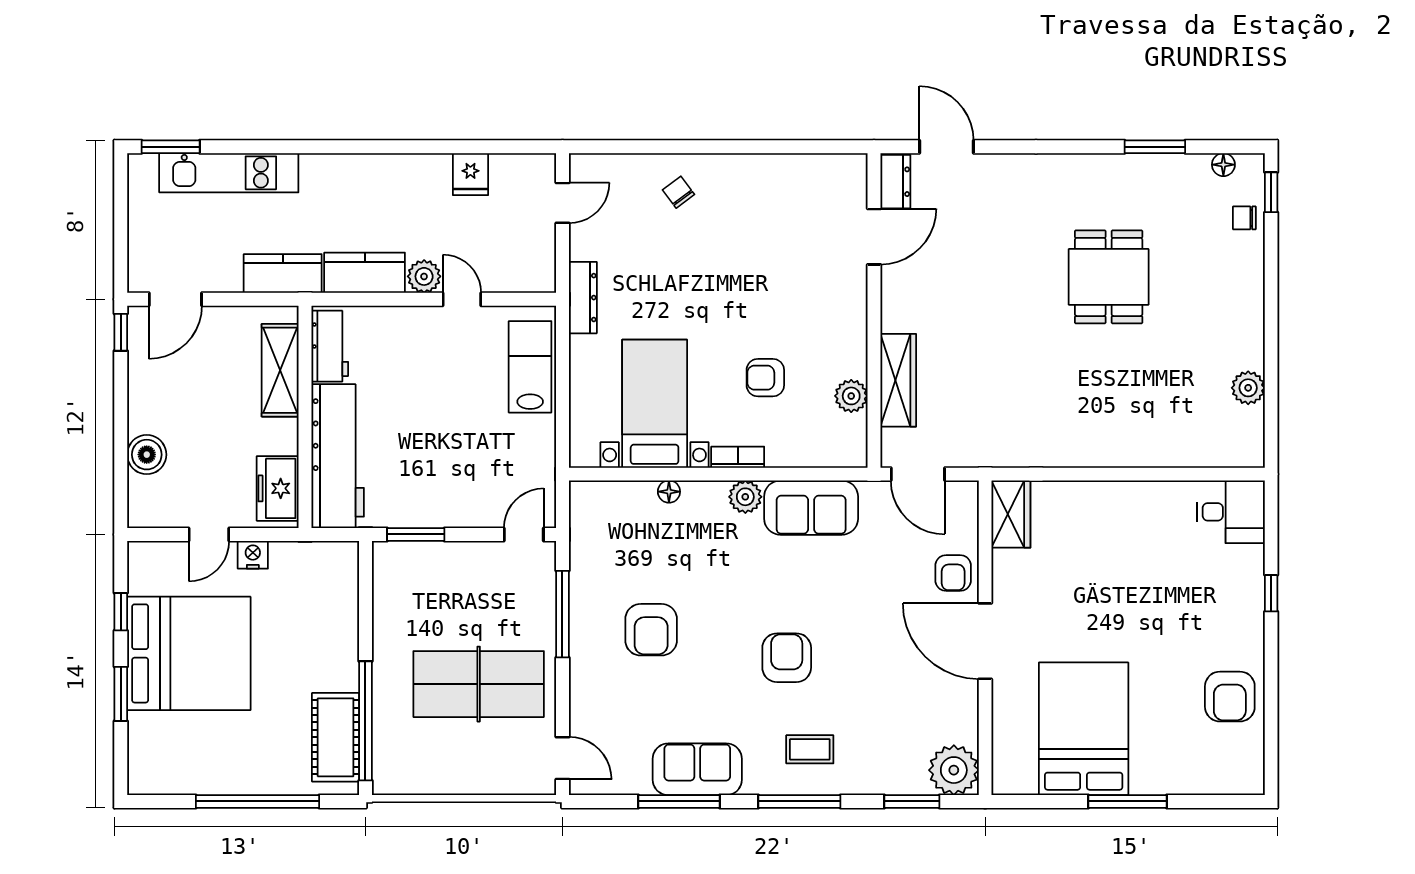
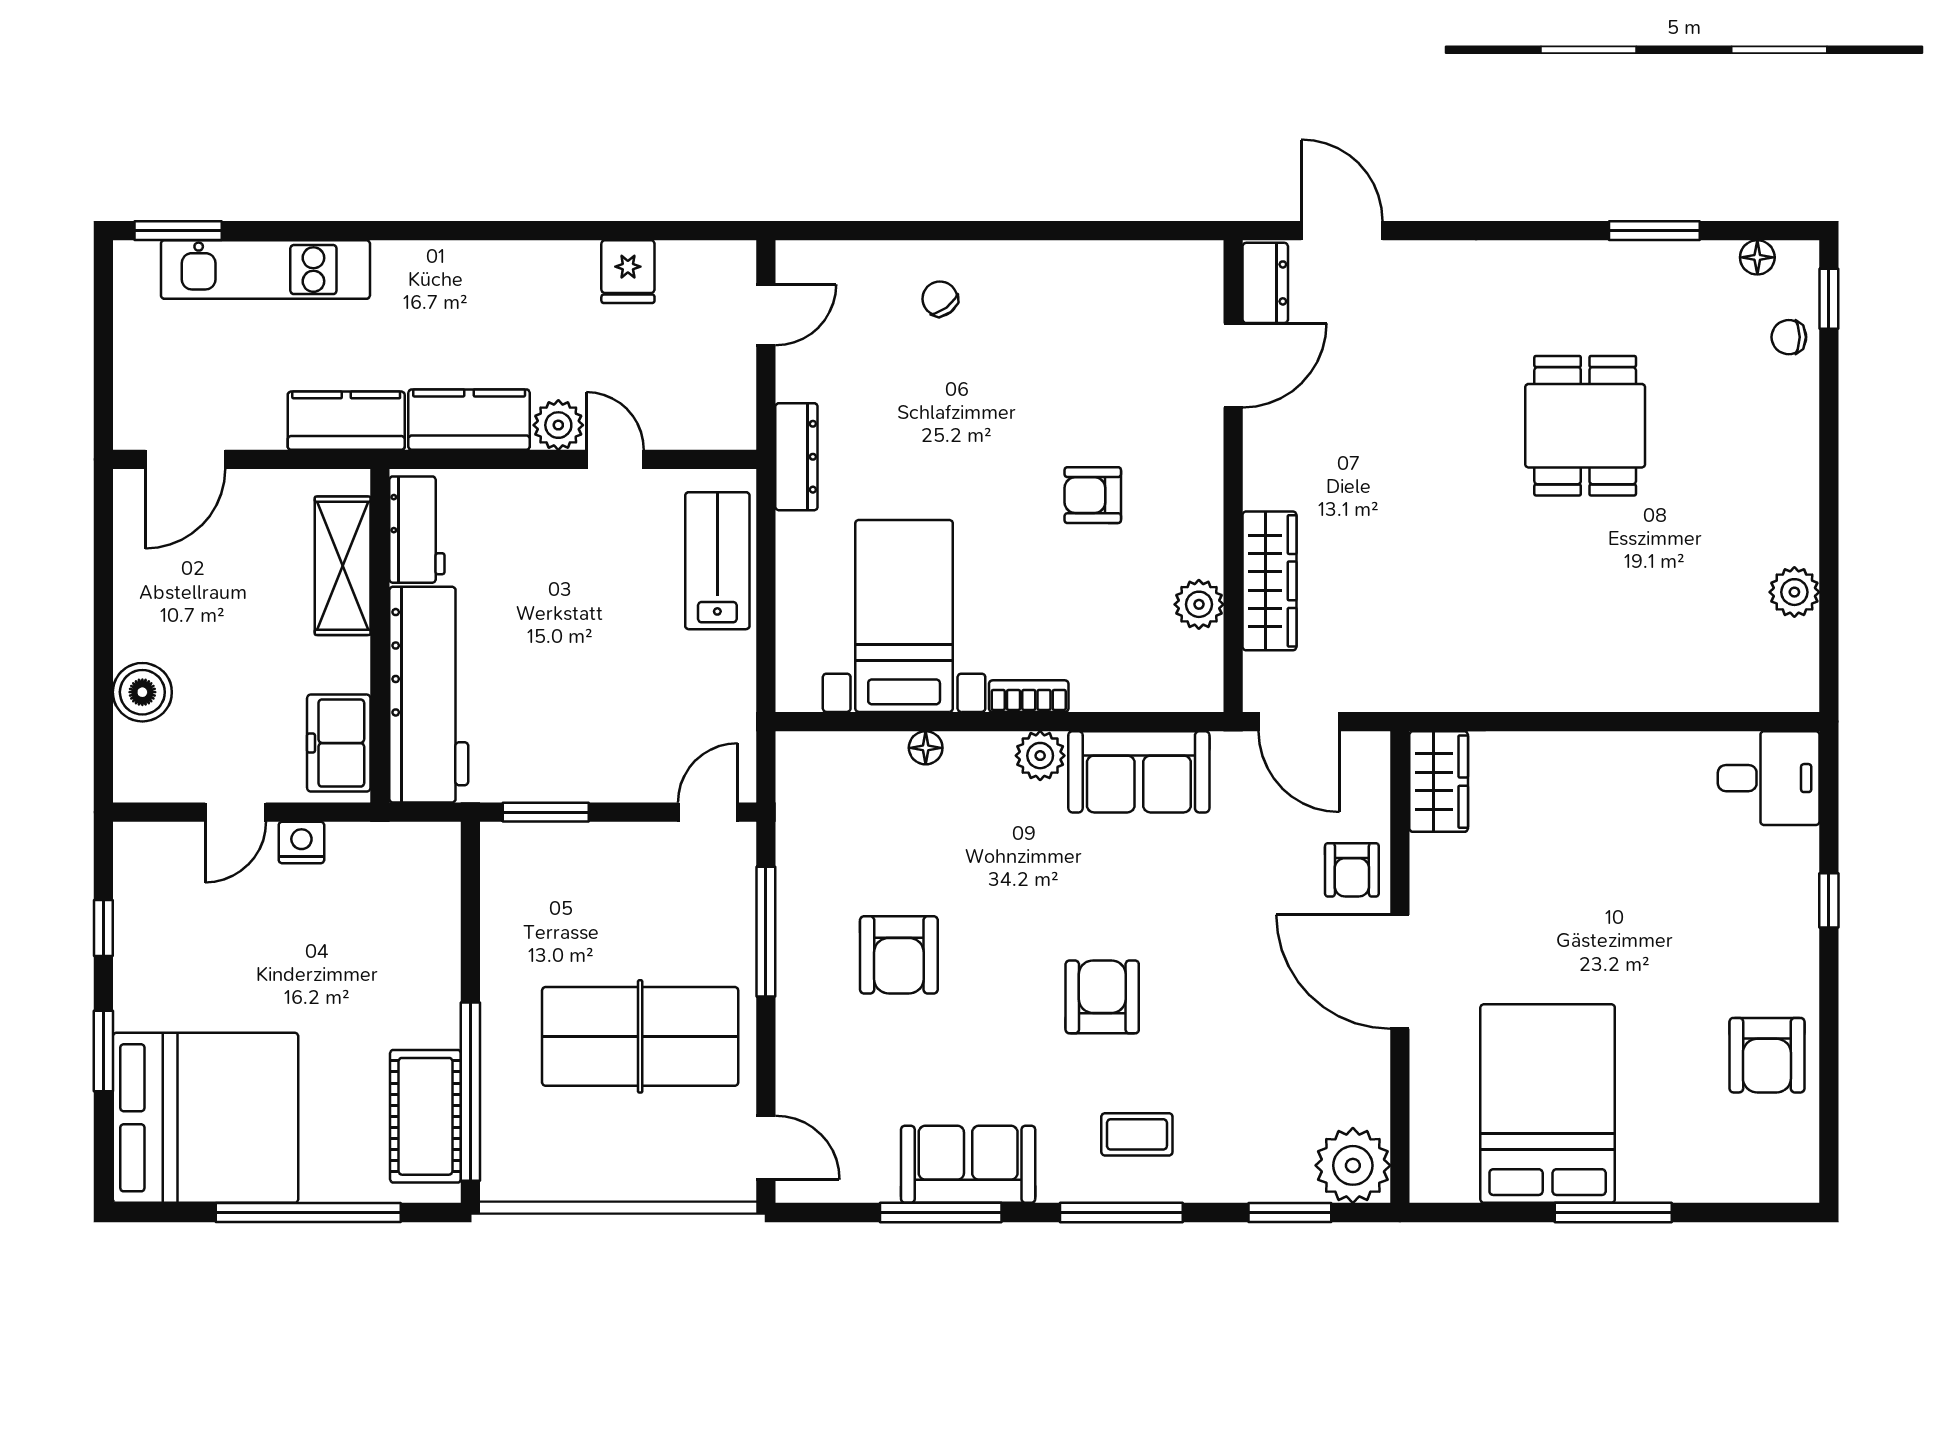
window: (121, 332) -> (103, 509), removed
armchair: (765, 378) -> (1093, 495), moved
bed: (189, 653) -> (206, 1118), moved

